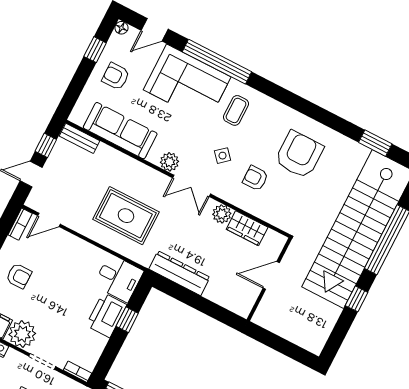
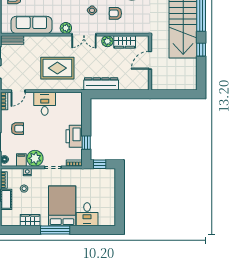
desk: (119, 278) -> (45, 104), moved, turned -90
printer: (106, 315) -> (74, 136), moved
window: (127, 320) -> (86, 143), moved

